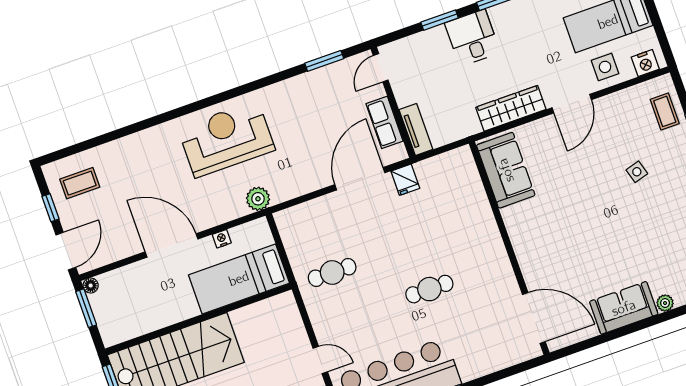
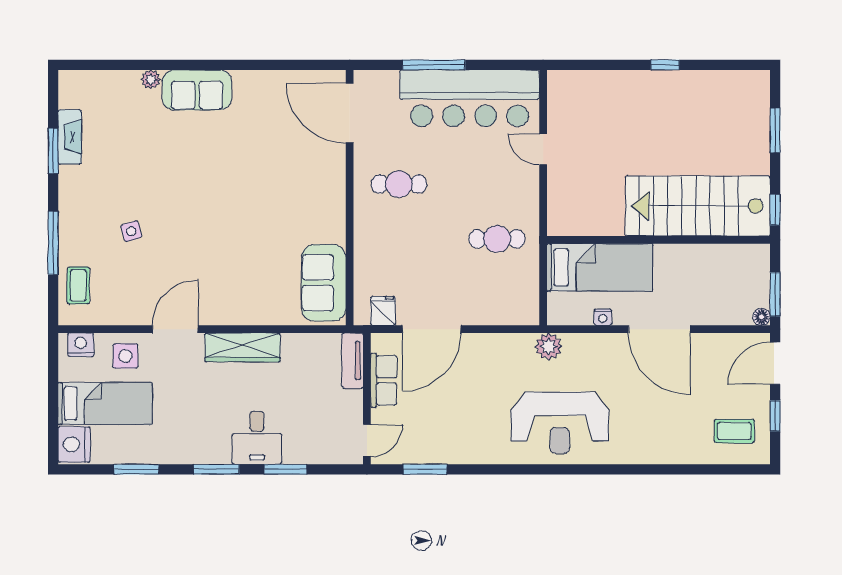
sofa: (506, 170) -> (324, 283), moved
wall: (509, 248) -> (350, 198), moved
door: (534, 318) -> (350, 113), moved

